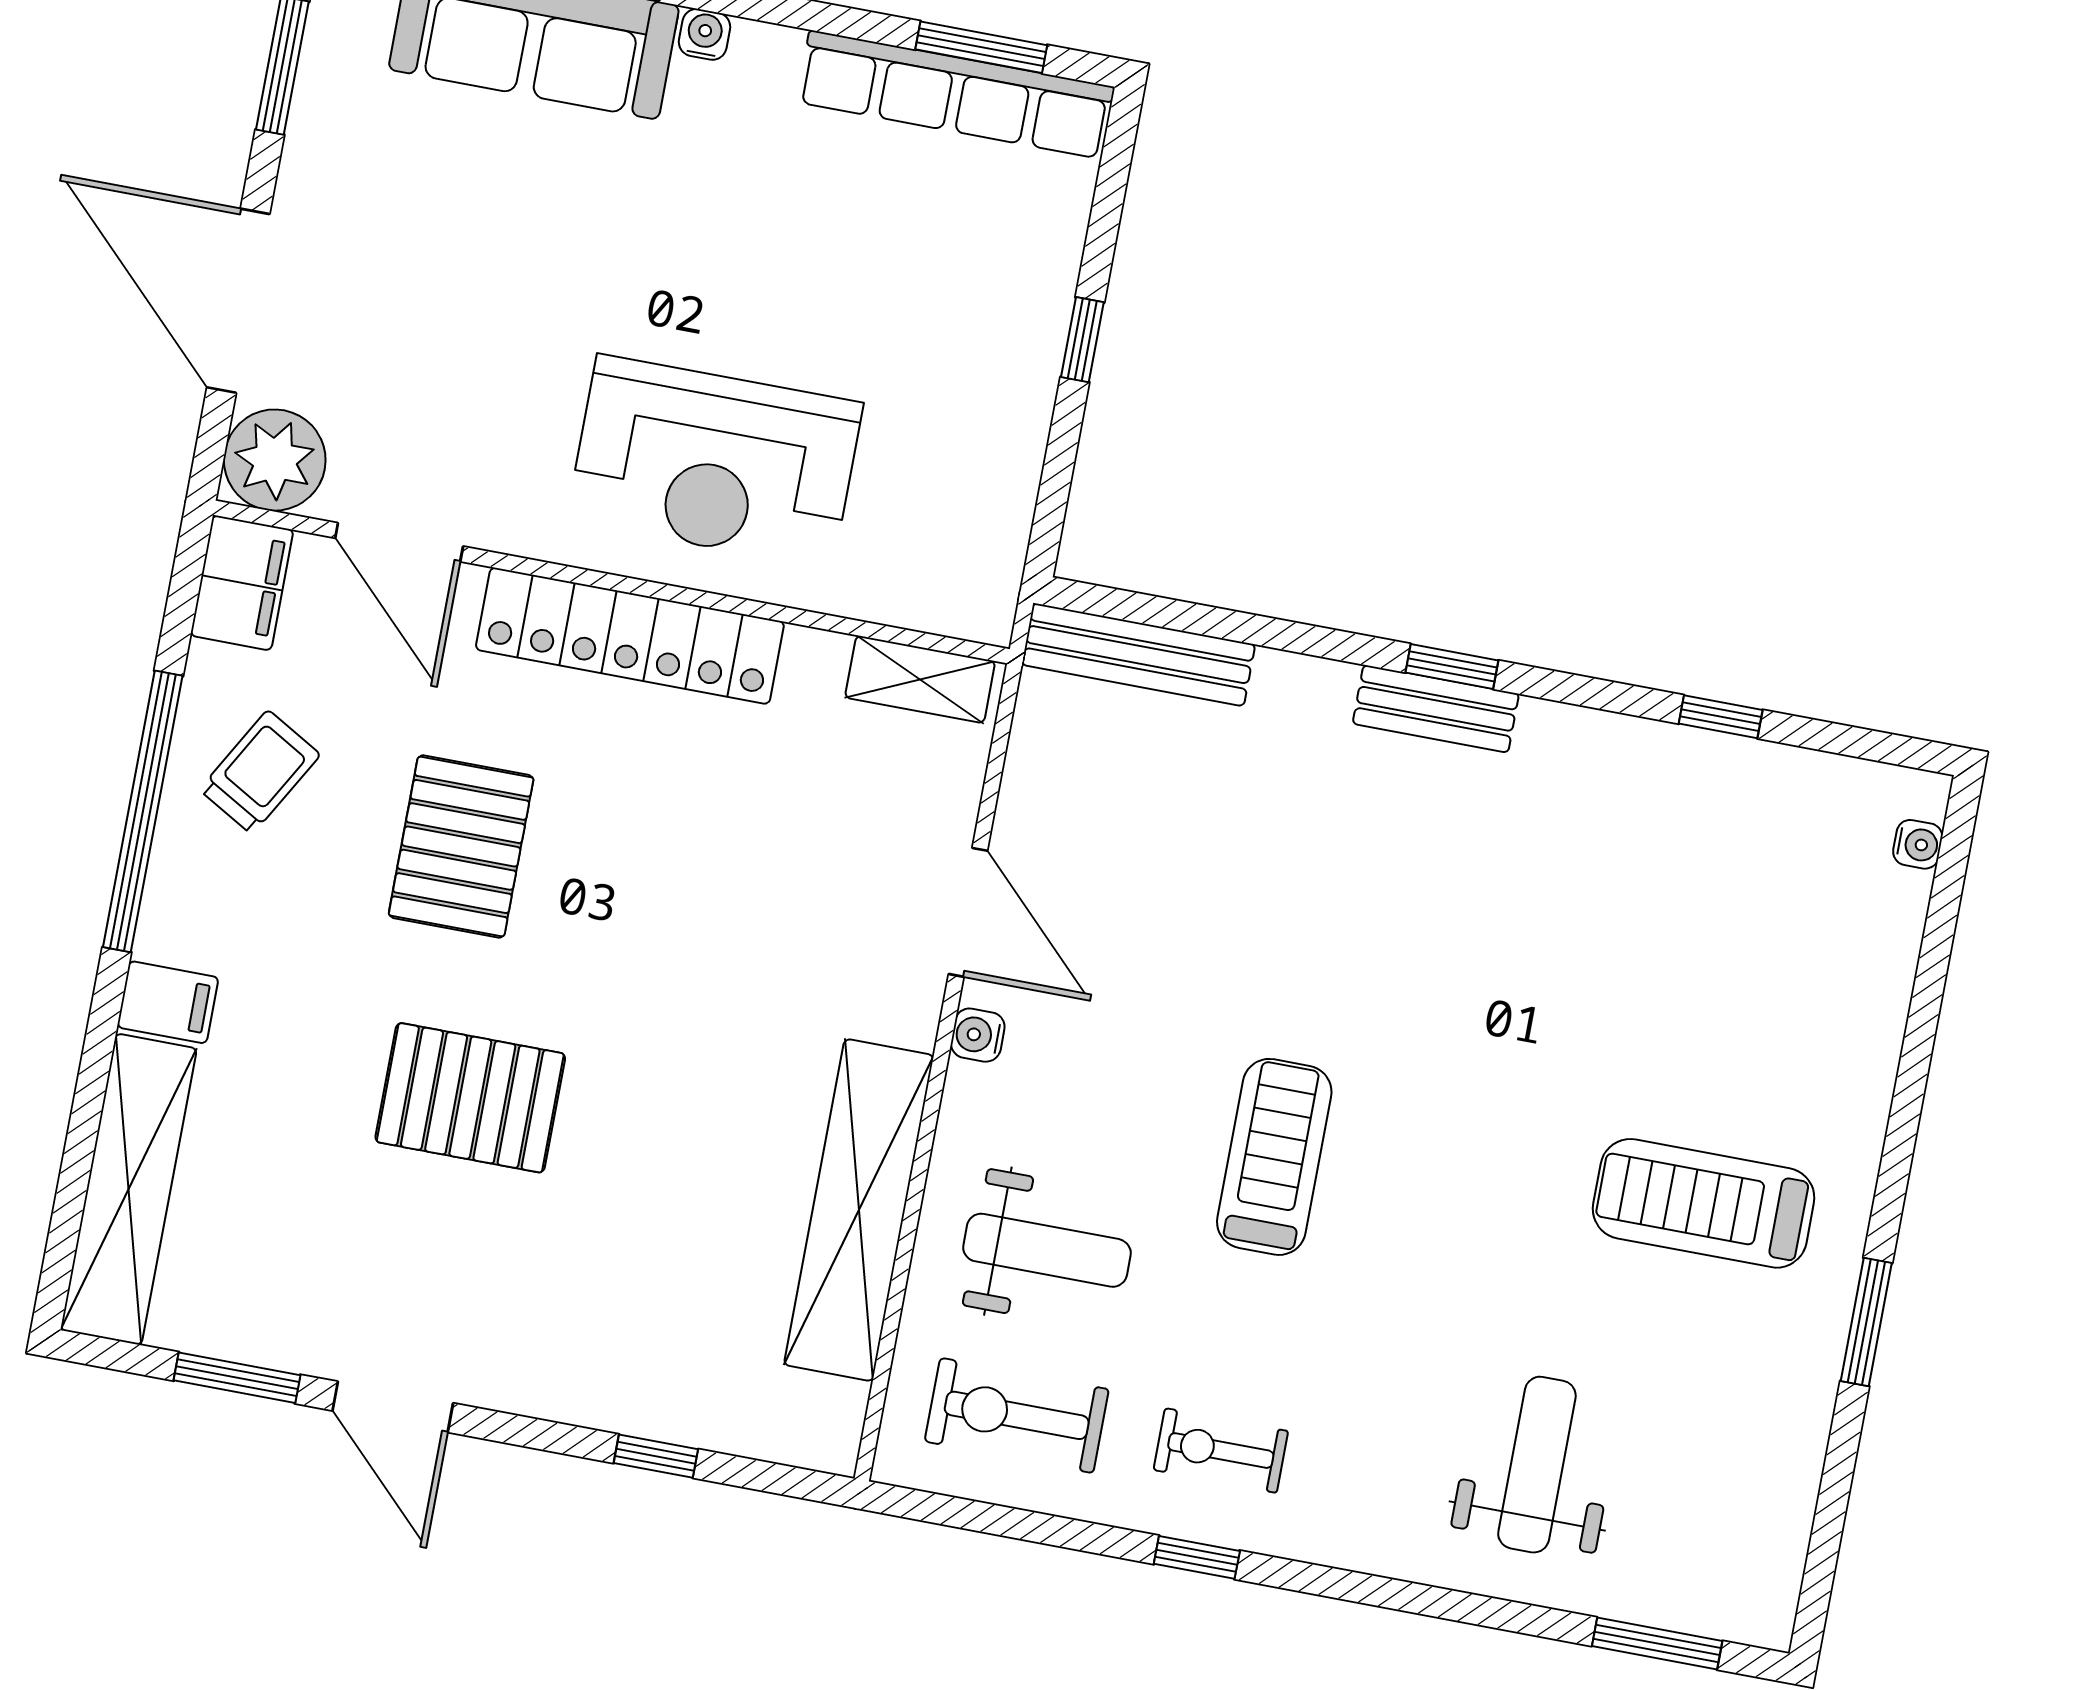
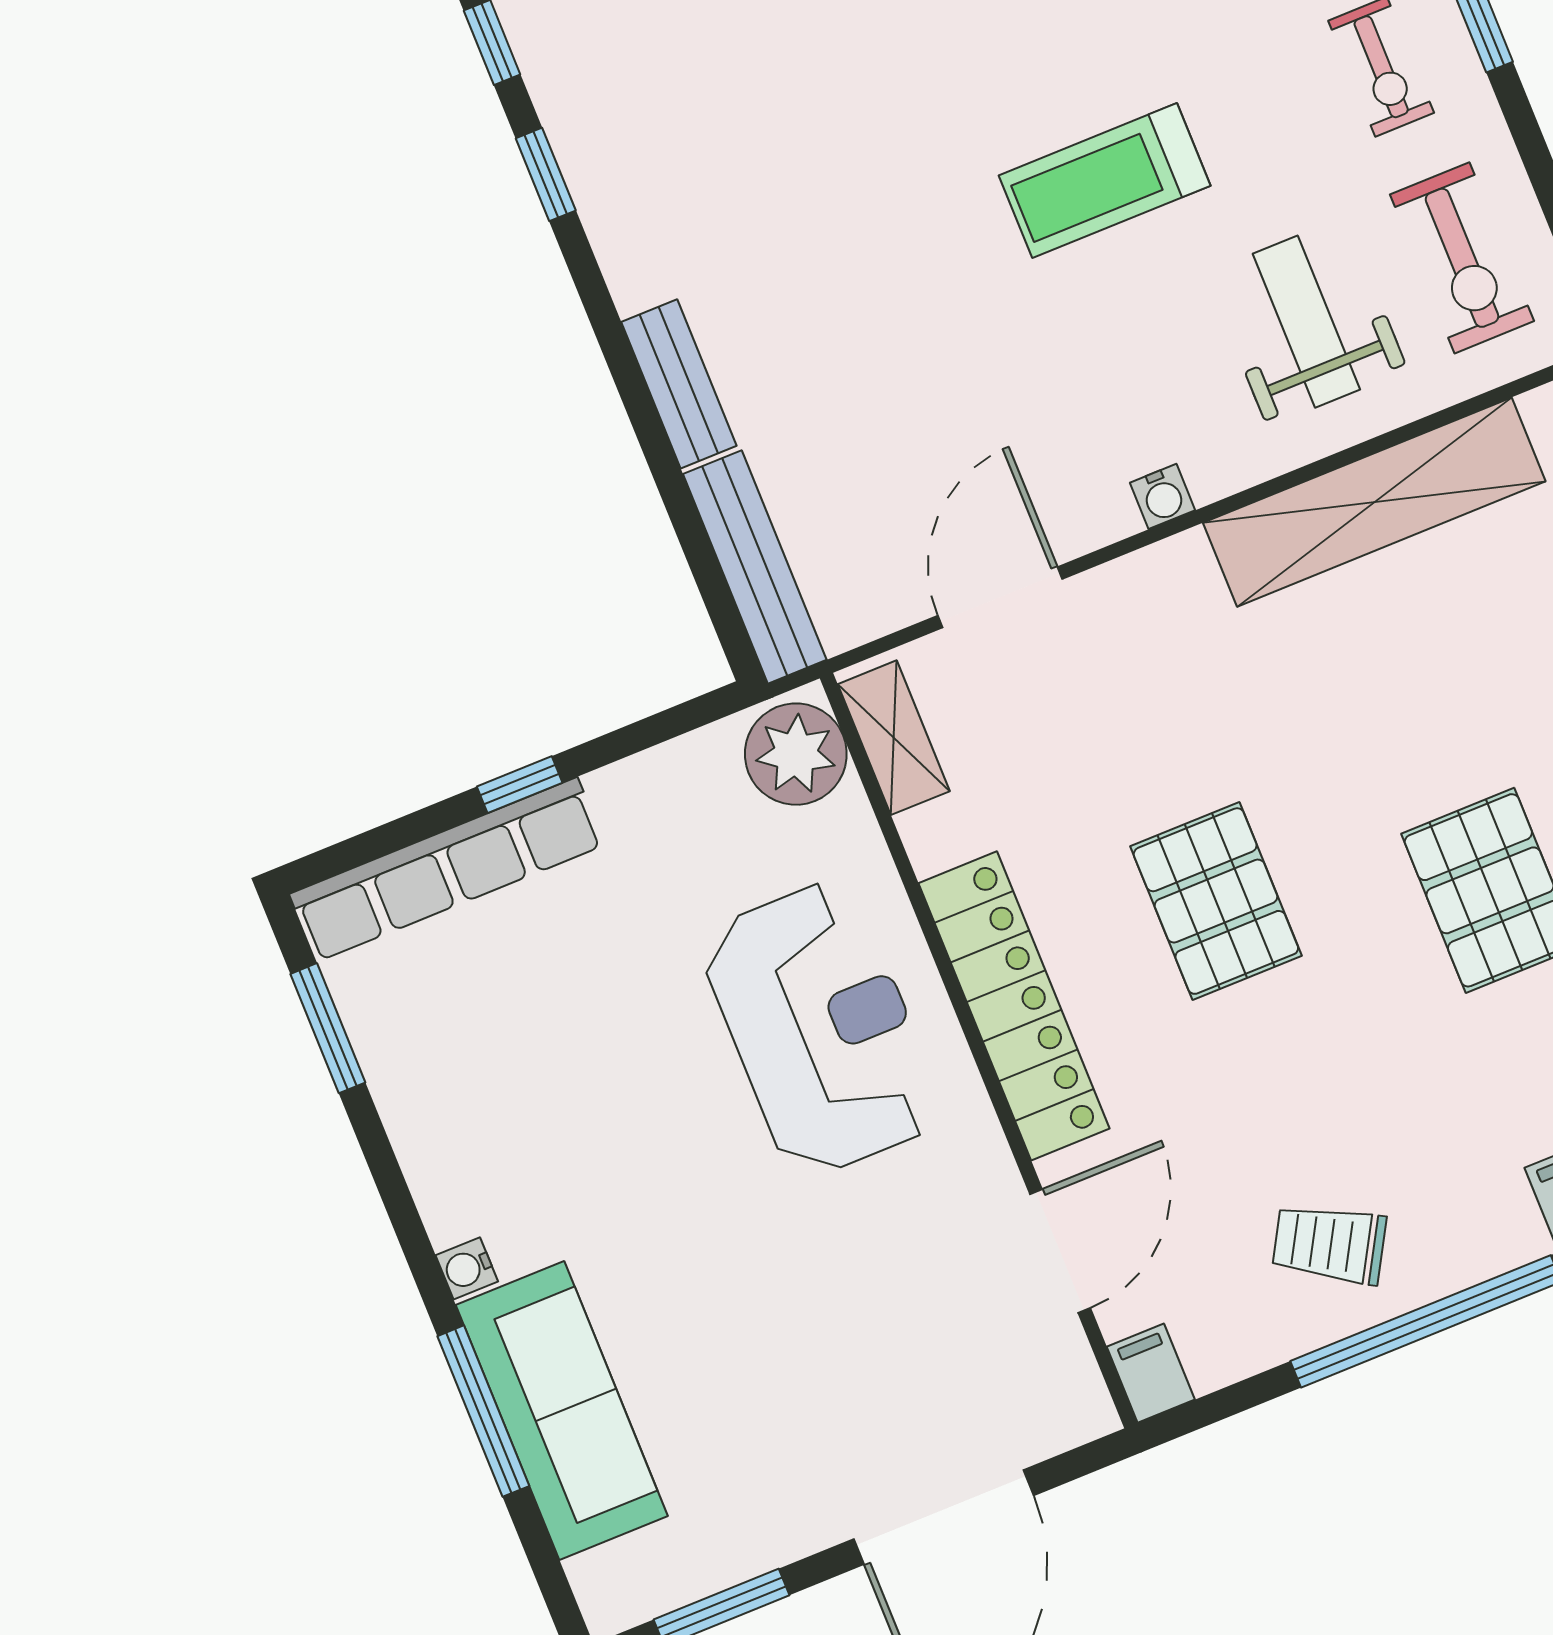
row of seats: (955, 95) -> (447, 869), moved, turned 90
plant: (275, 460) -> (796, 754), moved
filing cabinet: (242, 583) -> (1151, 1373), width x0.50
window: (1452, 666) -> (546, 174), moved
bench: (1436, 709) -> (679, 384), moved
pallet: (461, 846) -> (1216, 901), moved, turned 90
door: (968, 912) -> (1000, 597), moved

